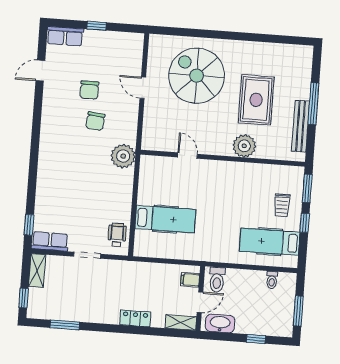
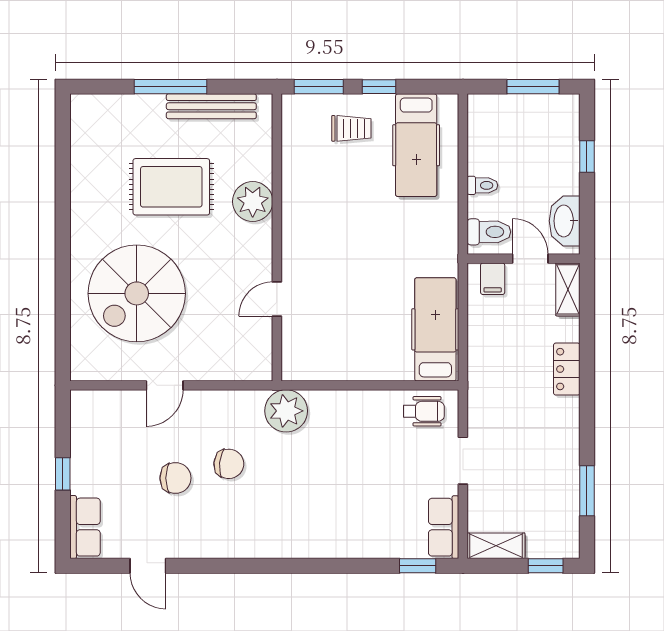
hospital bed: (165, 219) -> (435, 329), moved
wheelchair: (117, 235) -> (424, 411), turned 180
toilet: (272, 280) -> (482, 185), moved

